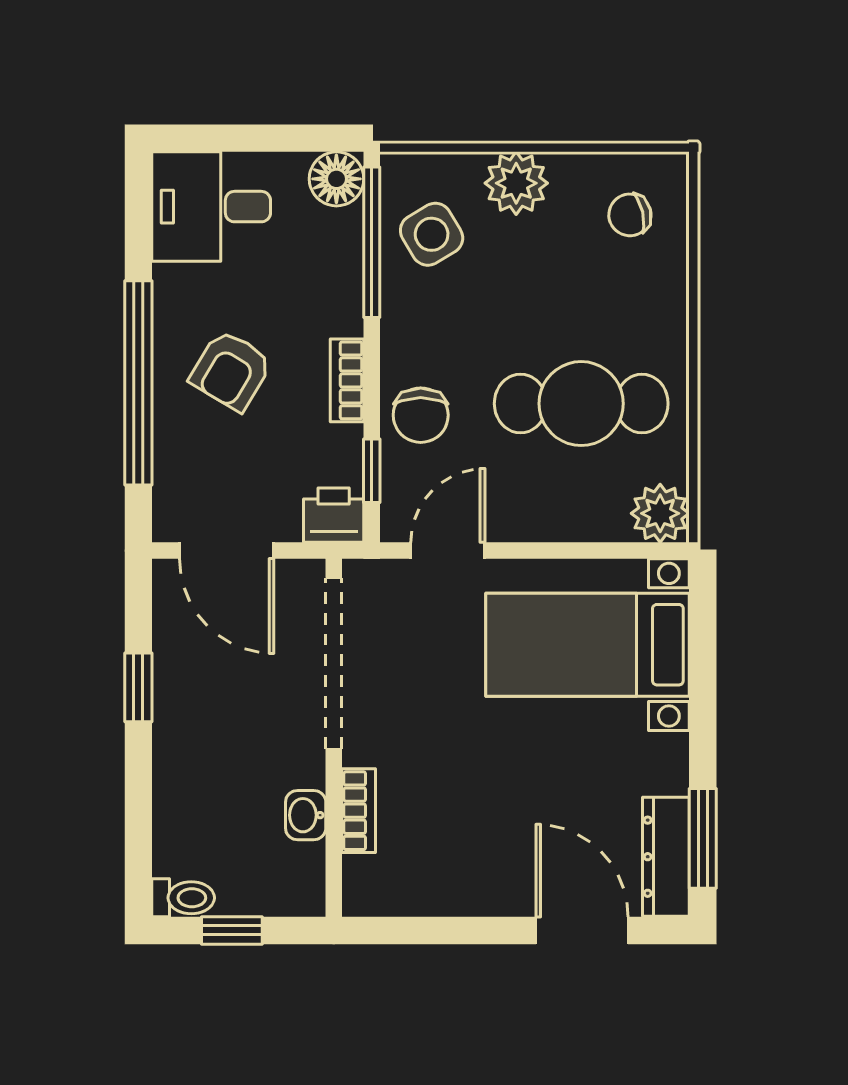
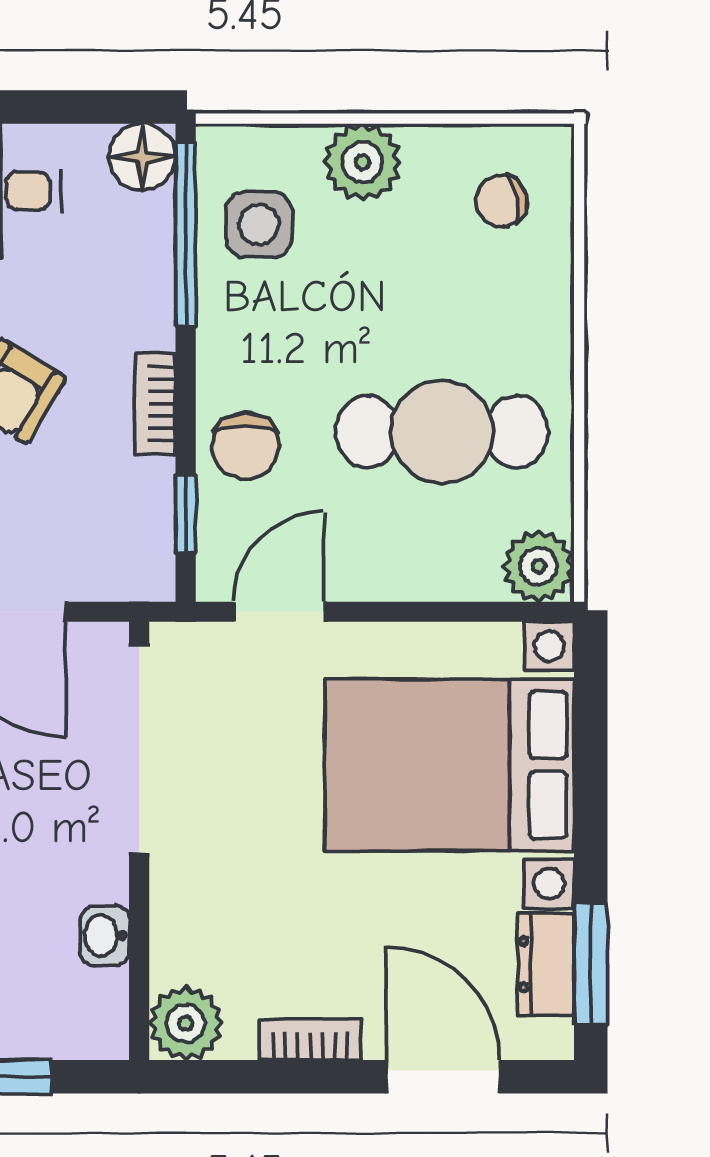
side table: (432, 234) -> (259, 225), turned 31
printer: (334, 515) -> (139, 568), removed
bed with nightstands: (588, 645) -> (450, 765), width x1.36
bookcase: (359, 811) -> (310, 1040), moved, turned -90
dresser: (666, 857) -> (546, 964), width x0.70
plant: (372, 887) -> (186, 1023), added

